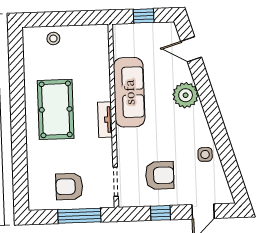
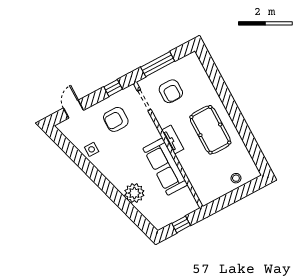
door: (191, 49) -> (137, 217), removed
plant: (186, 95) -> (134, 193), moved
armchair: (69, 187) -> (171, 91), moved, turned 90
window: (160, 213) -> (113, 88), moved

